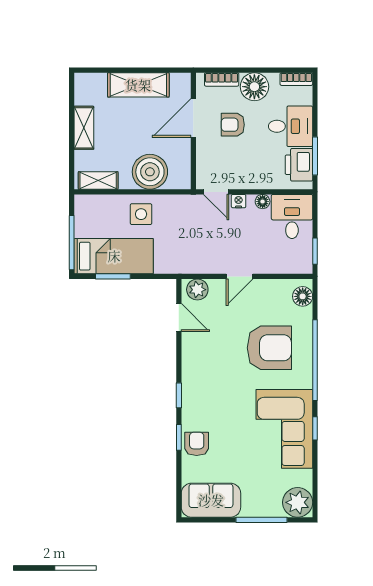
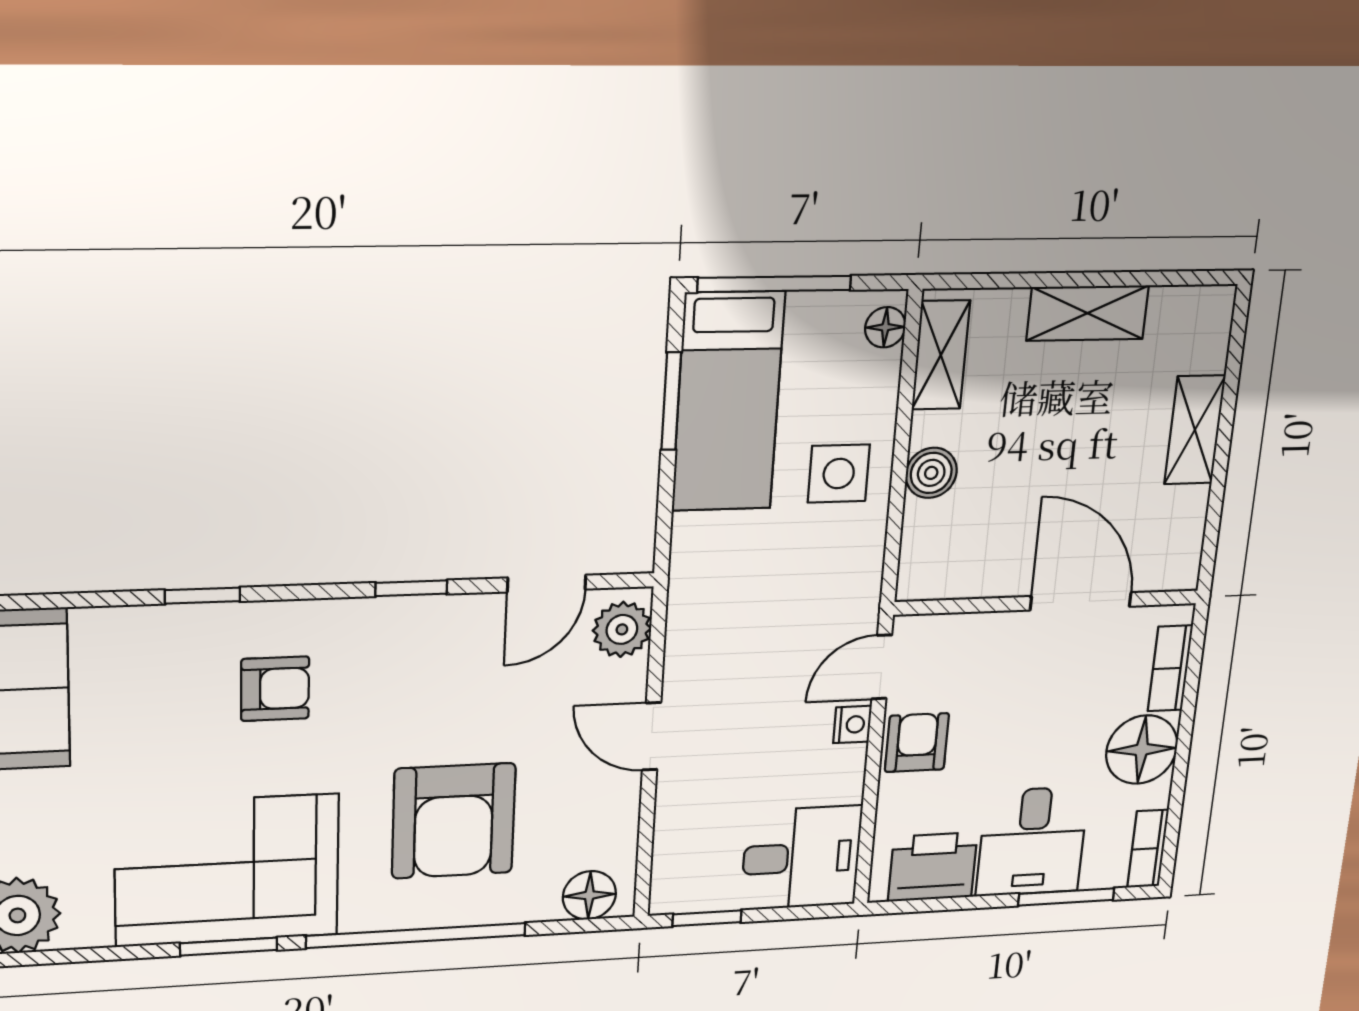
shelving: (138, 85) -> (1195, 430), width x0.67, depth x0.75
armchair: (233, 125) -> (917, 743), moved
window: (315, 156) -> (1066, 897), moved
boiler: (150, 172) -> (931, 473), width x0.54, depth x0.54
floor lamp: (263, 202) -> (885, 327), moved
window: (179, 395) -> (411, 588), moved
window: (315, 428) -> (229, 947), width x1.50
armchair: (197, 444) -> (275, 689), moved

